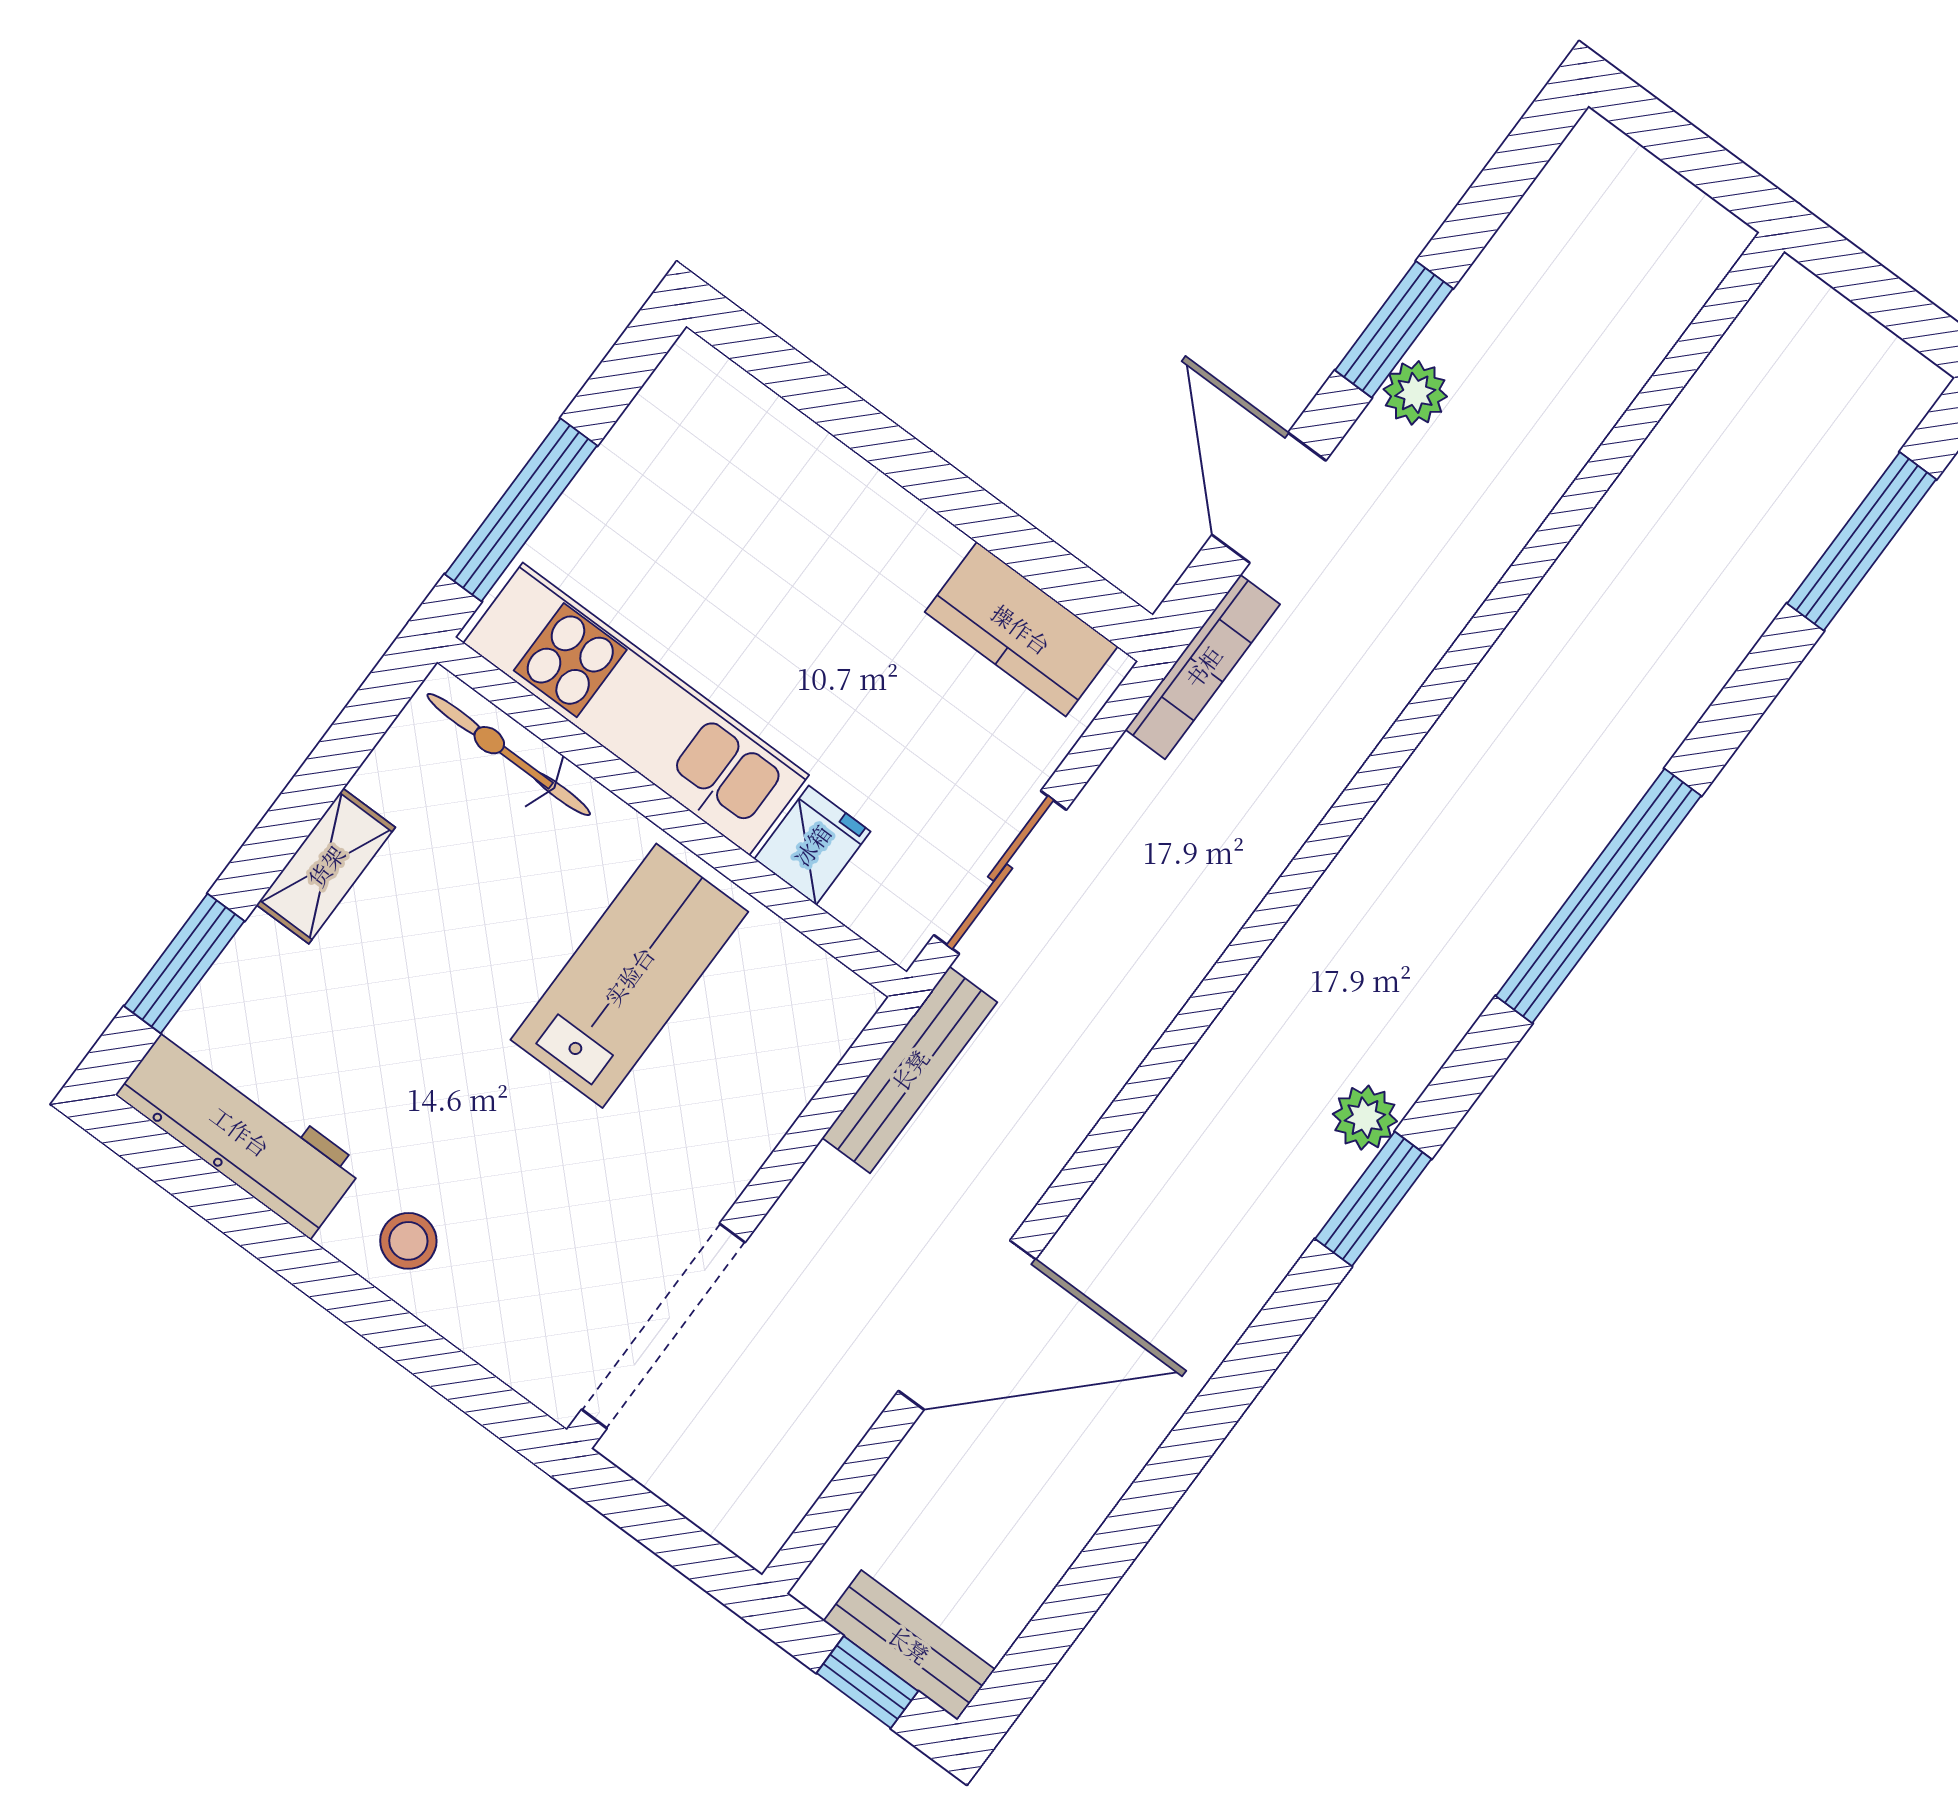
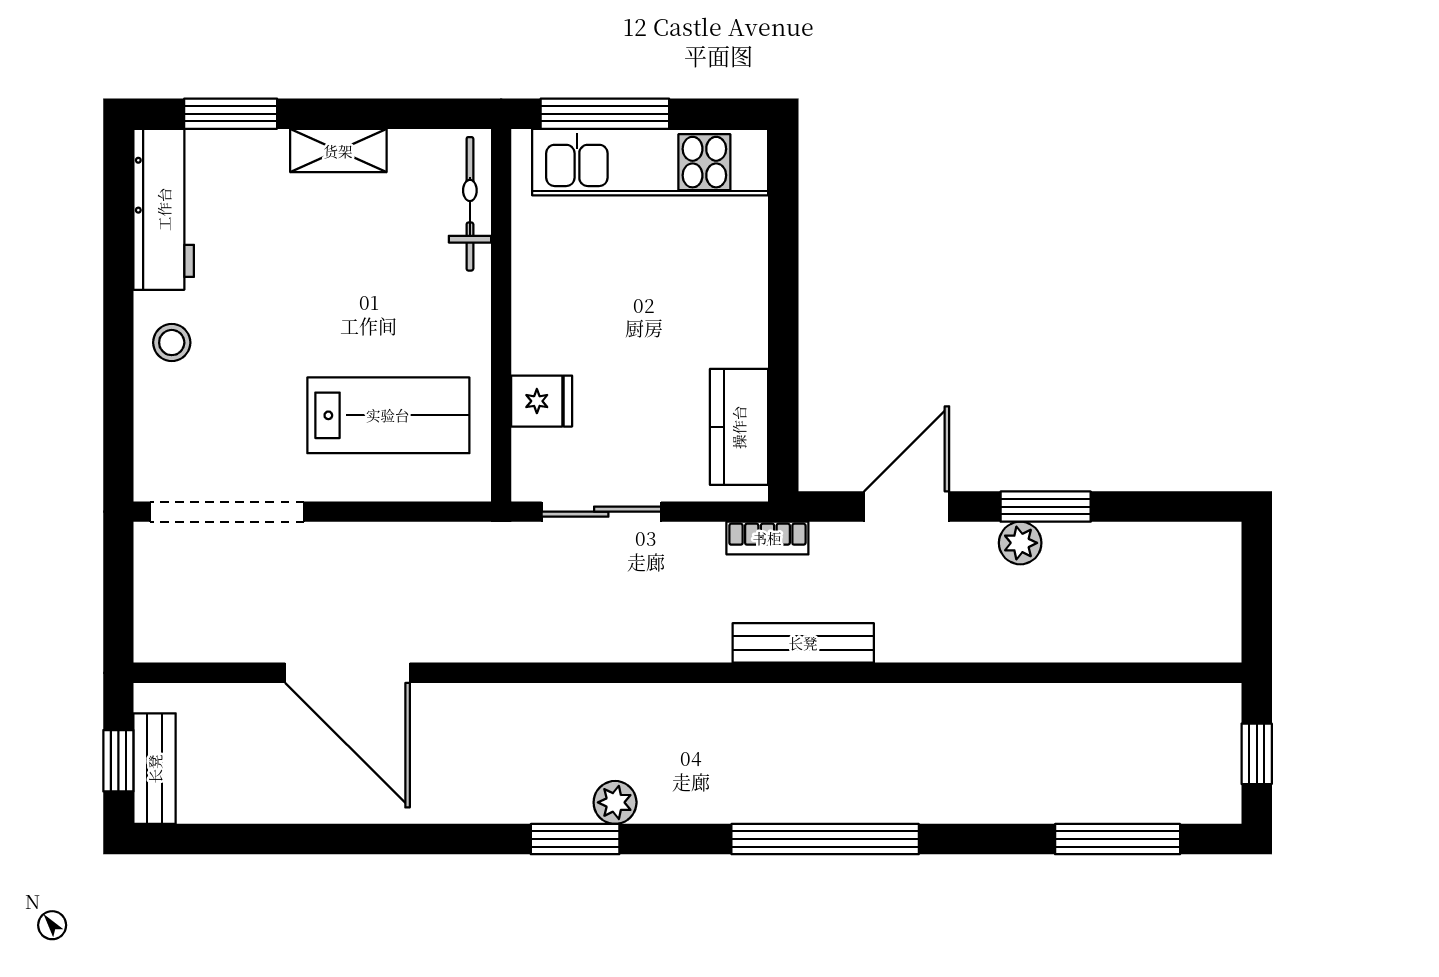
window: (1884, 296) -> (1257, 754), added
bookcase: (1203, 667) -> (767, 538), width x0.64
kitchen unit: (636, 709) -> (650, 162), moved, turned 90
lab bench: (629, 976) -> (388, 415), moved
bench: (910, 1070) -> (803, 643), moved

